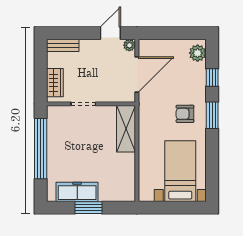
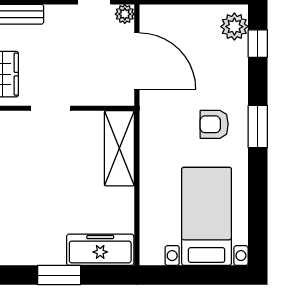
door: (137, 75) -> (137, 61), hinge flipped
window: (212, 78) -> (258, 44), moved
freezer: (77, 192) -> (100, 250), moved

